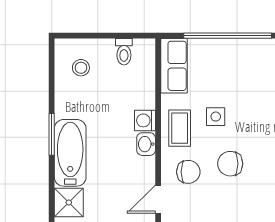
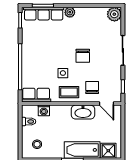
washing machine: (145, 120) -> (44, 110), moved
washbasin: (146, 144) -> (83, 112), width x1.91, depth x1.45
chair: (230, 164) -> (83, 56), moved

